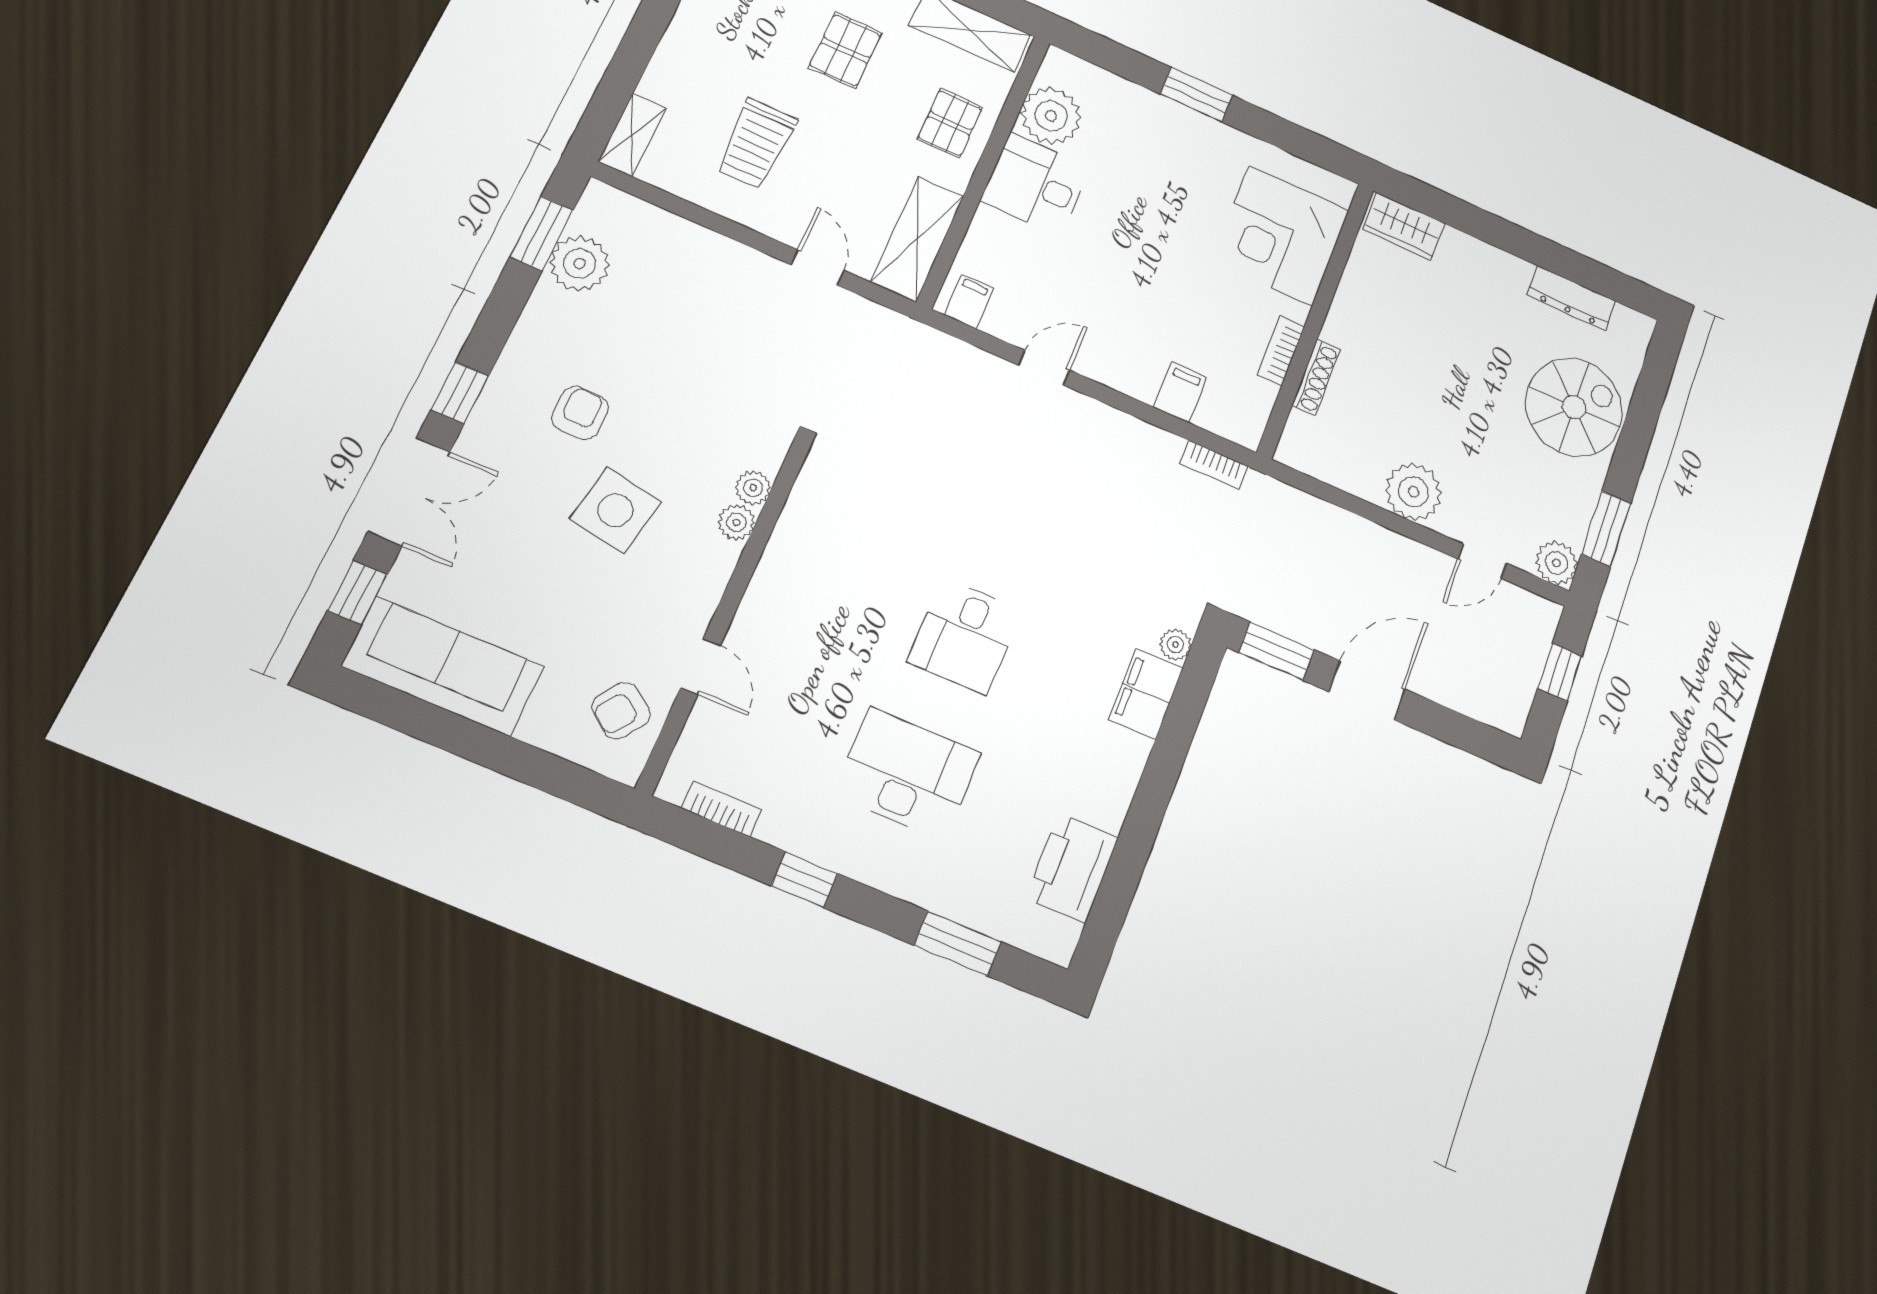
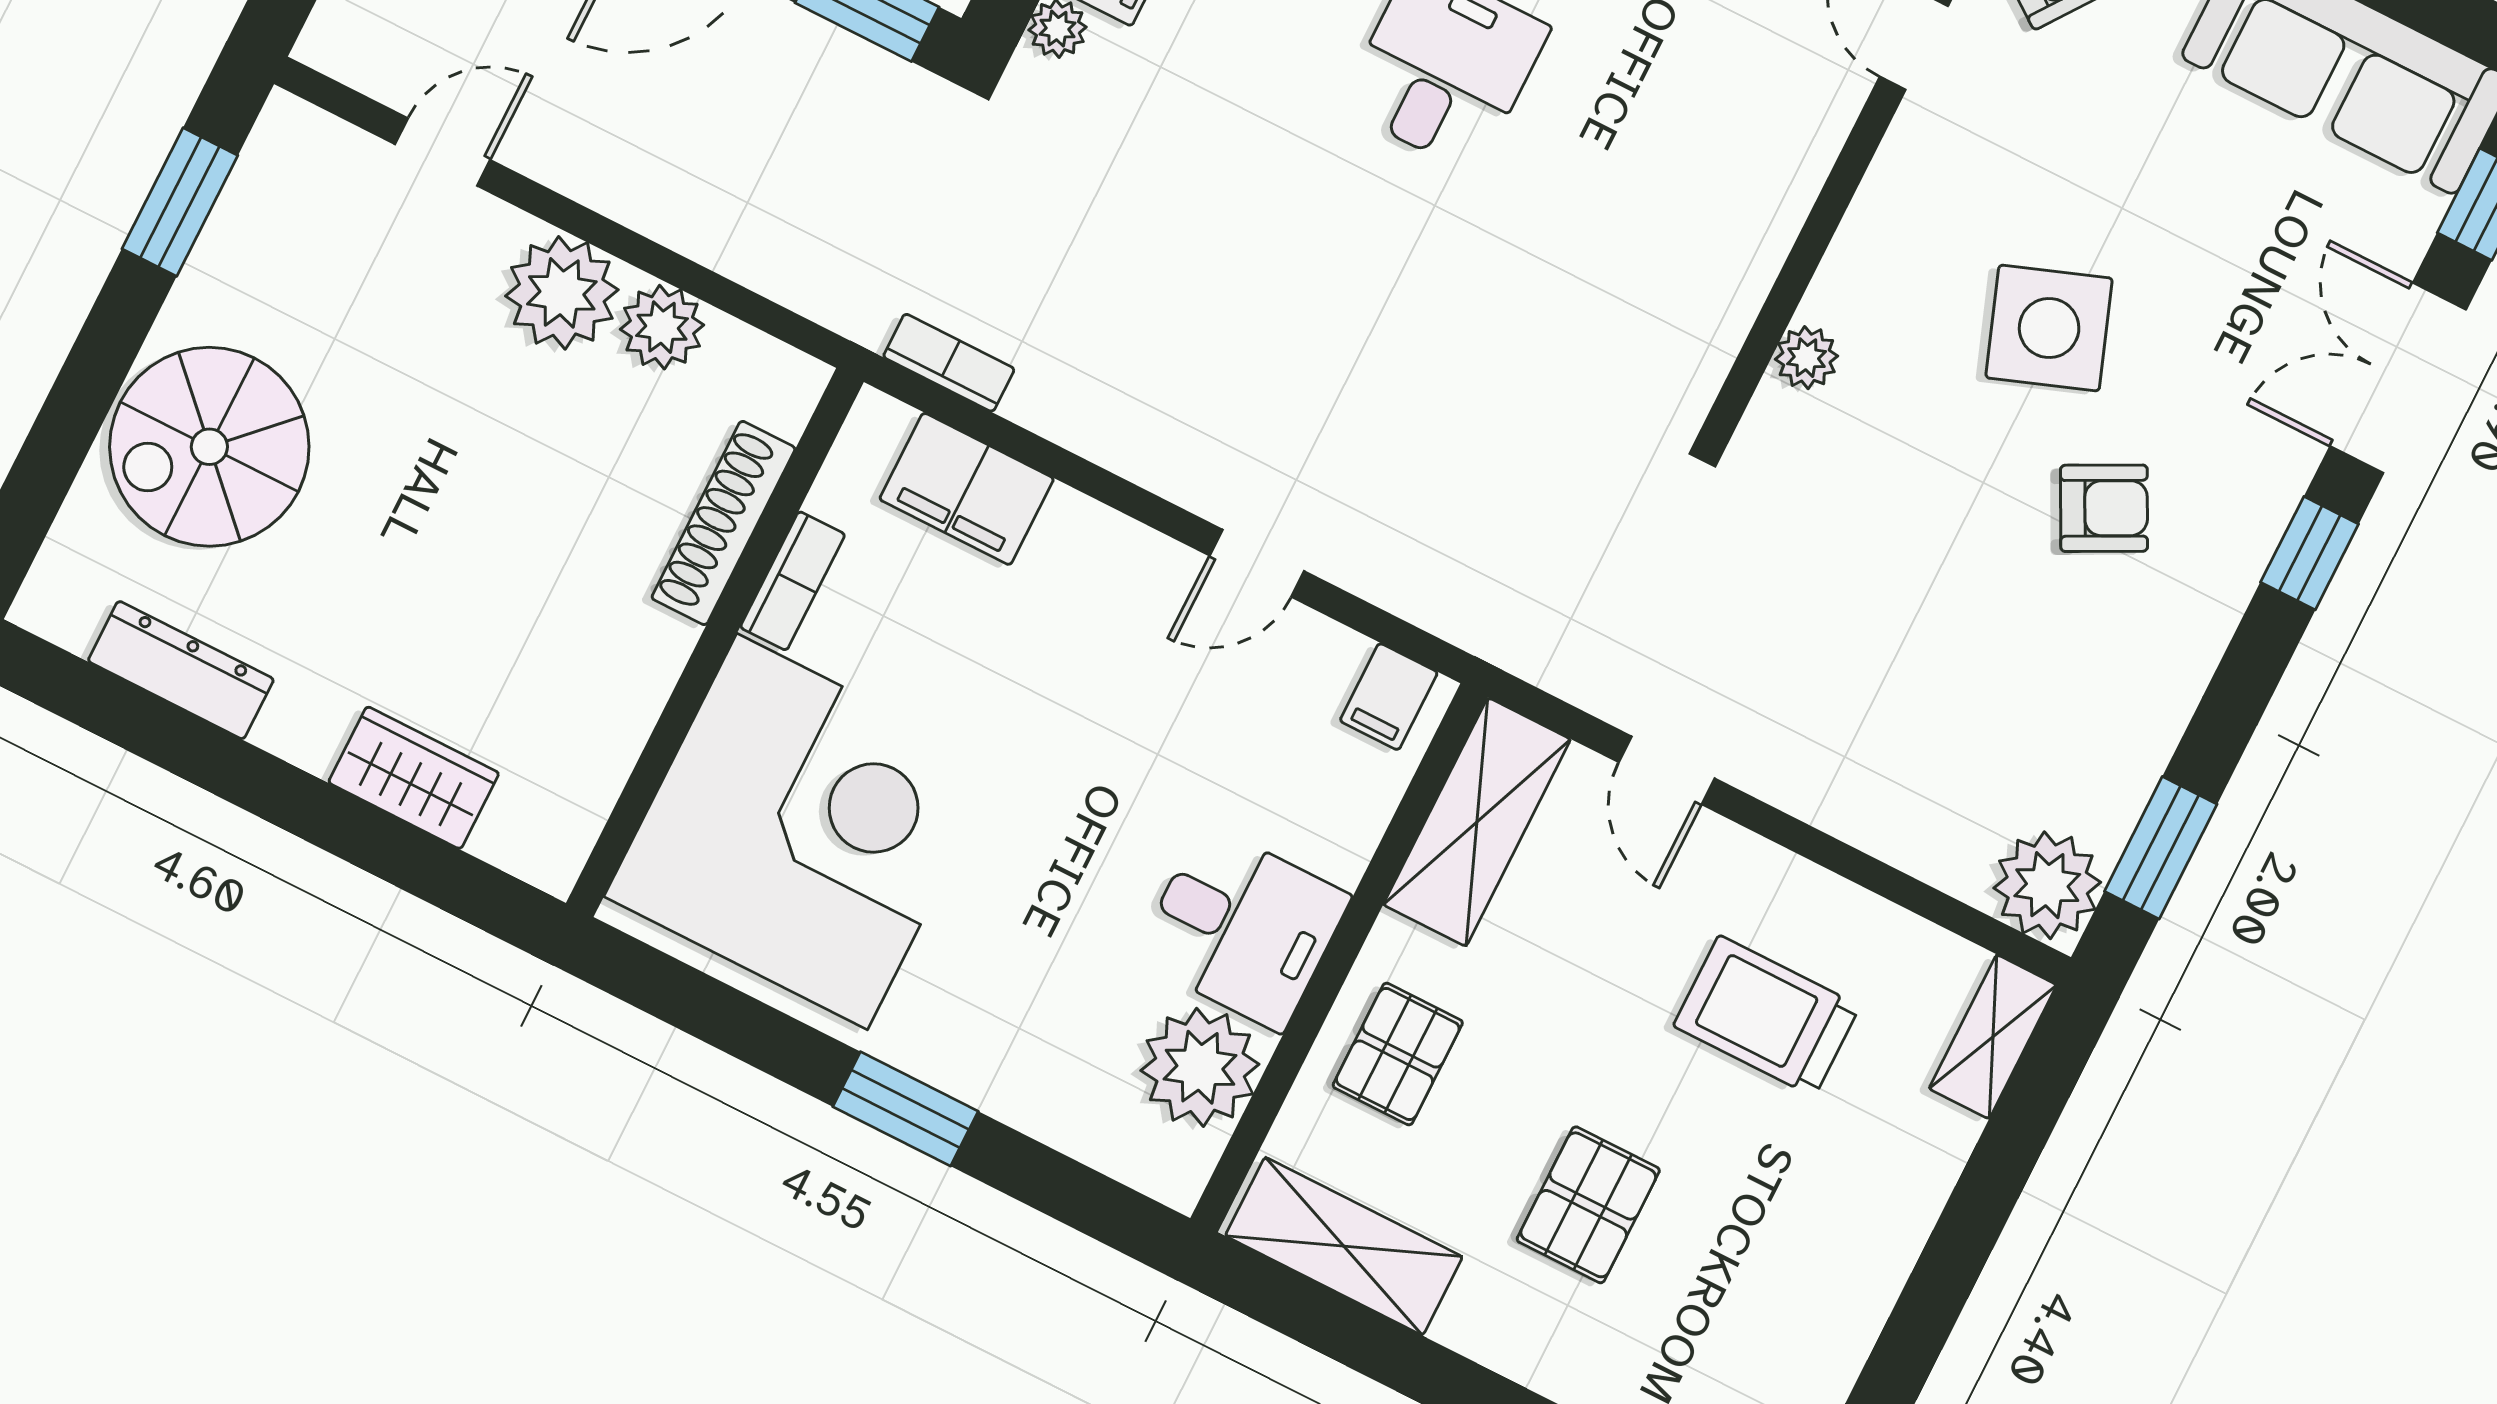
trolley: (756, 144) -> (1767, 1016), turned -90
wardrobe: (1404, 226) -> (414, 778), moved
corner desk: (1280, 235) -> (802, 831), width x1.36, depth x1.36
plant: (579, 263) -> (2047, 885), moved
shoe rack: (1316, 377) -> (723, 523), width x1.36, depth x1.24
filing cabinet: (1180, 392) -> (967, 489), width x2.00
armchair: (580, 413) -> (2104, 508), turned -117
side table: (615, 510) -> (2049, 328), turned -30
plant: (736, 522) -> (1839, 296), removed
plant: (1556, 563) -> (662, 327), moved

